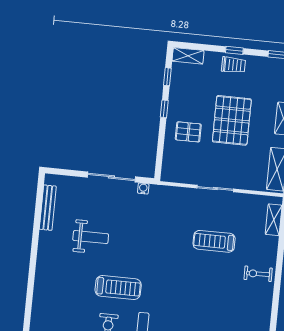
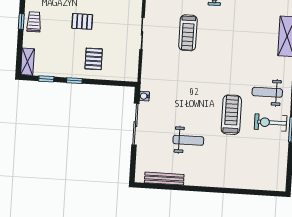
pallet: (232, 120) -> (82, 21), width x0.49, depth x0.50
weight bench: (91, 237) -> (188, 140), turned 90

